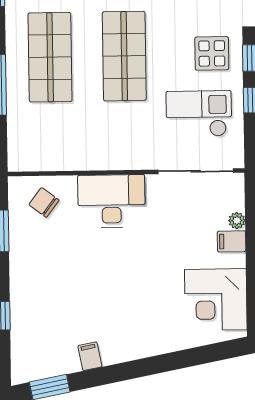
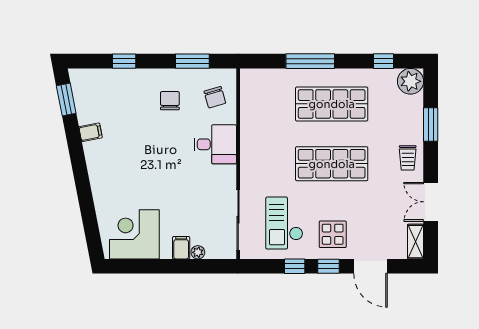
checkout: (199, 114) -> (284, 223), turned 180
desk: (111, 201) -> (215, 144), width x0.73
chair: (44, 202) -> (215, 97), turned 127
chair: (49, 258) -> (170, 101), added

